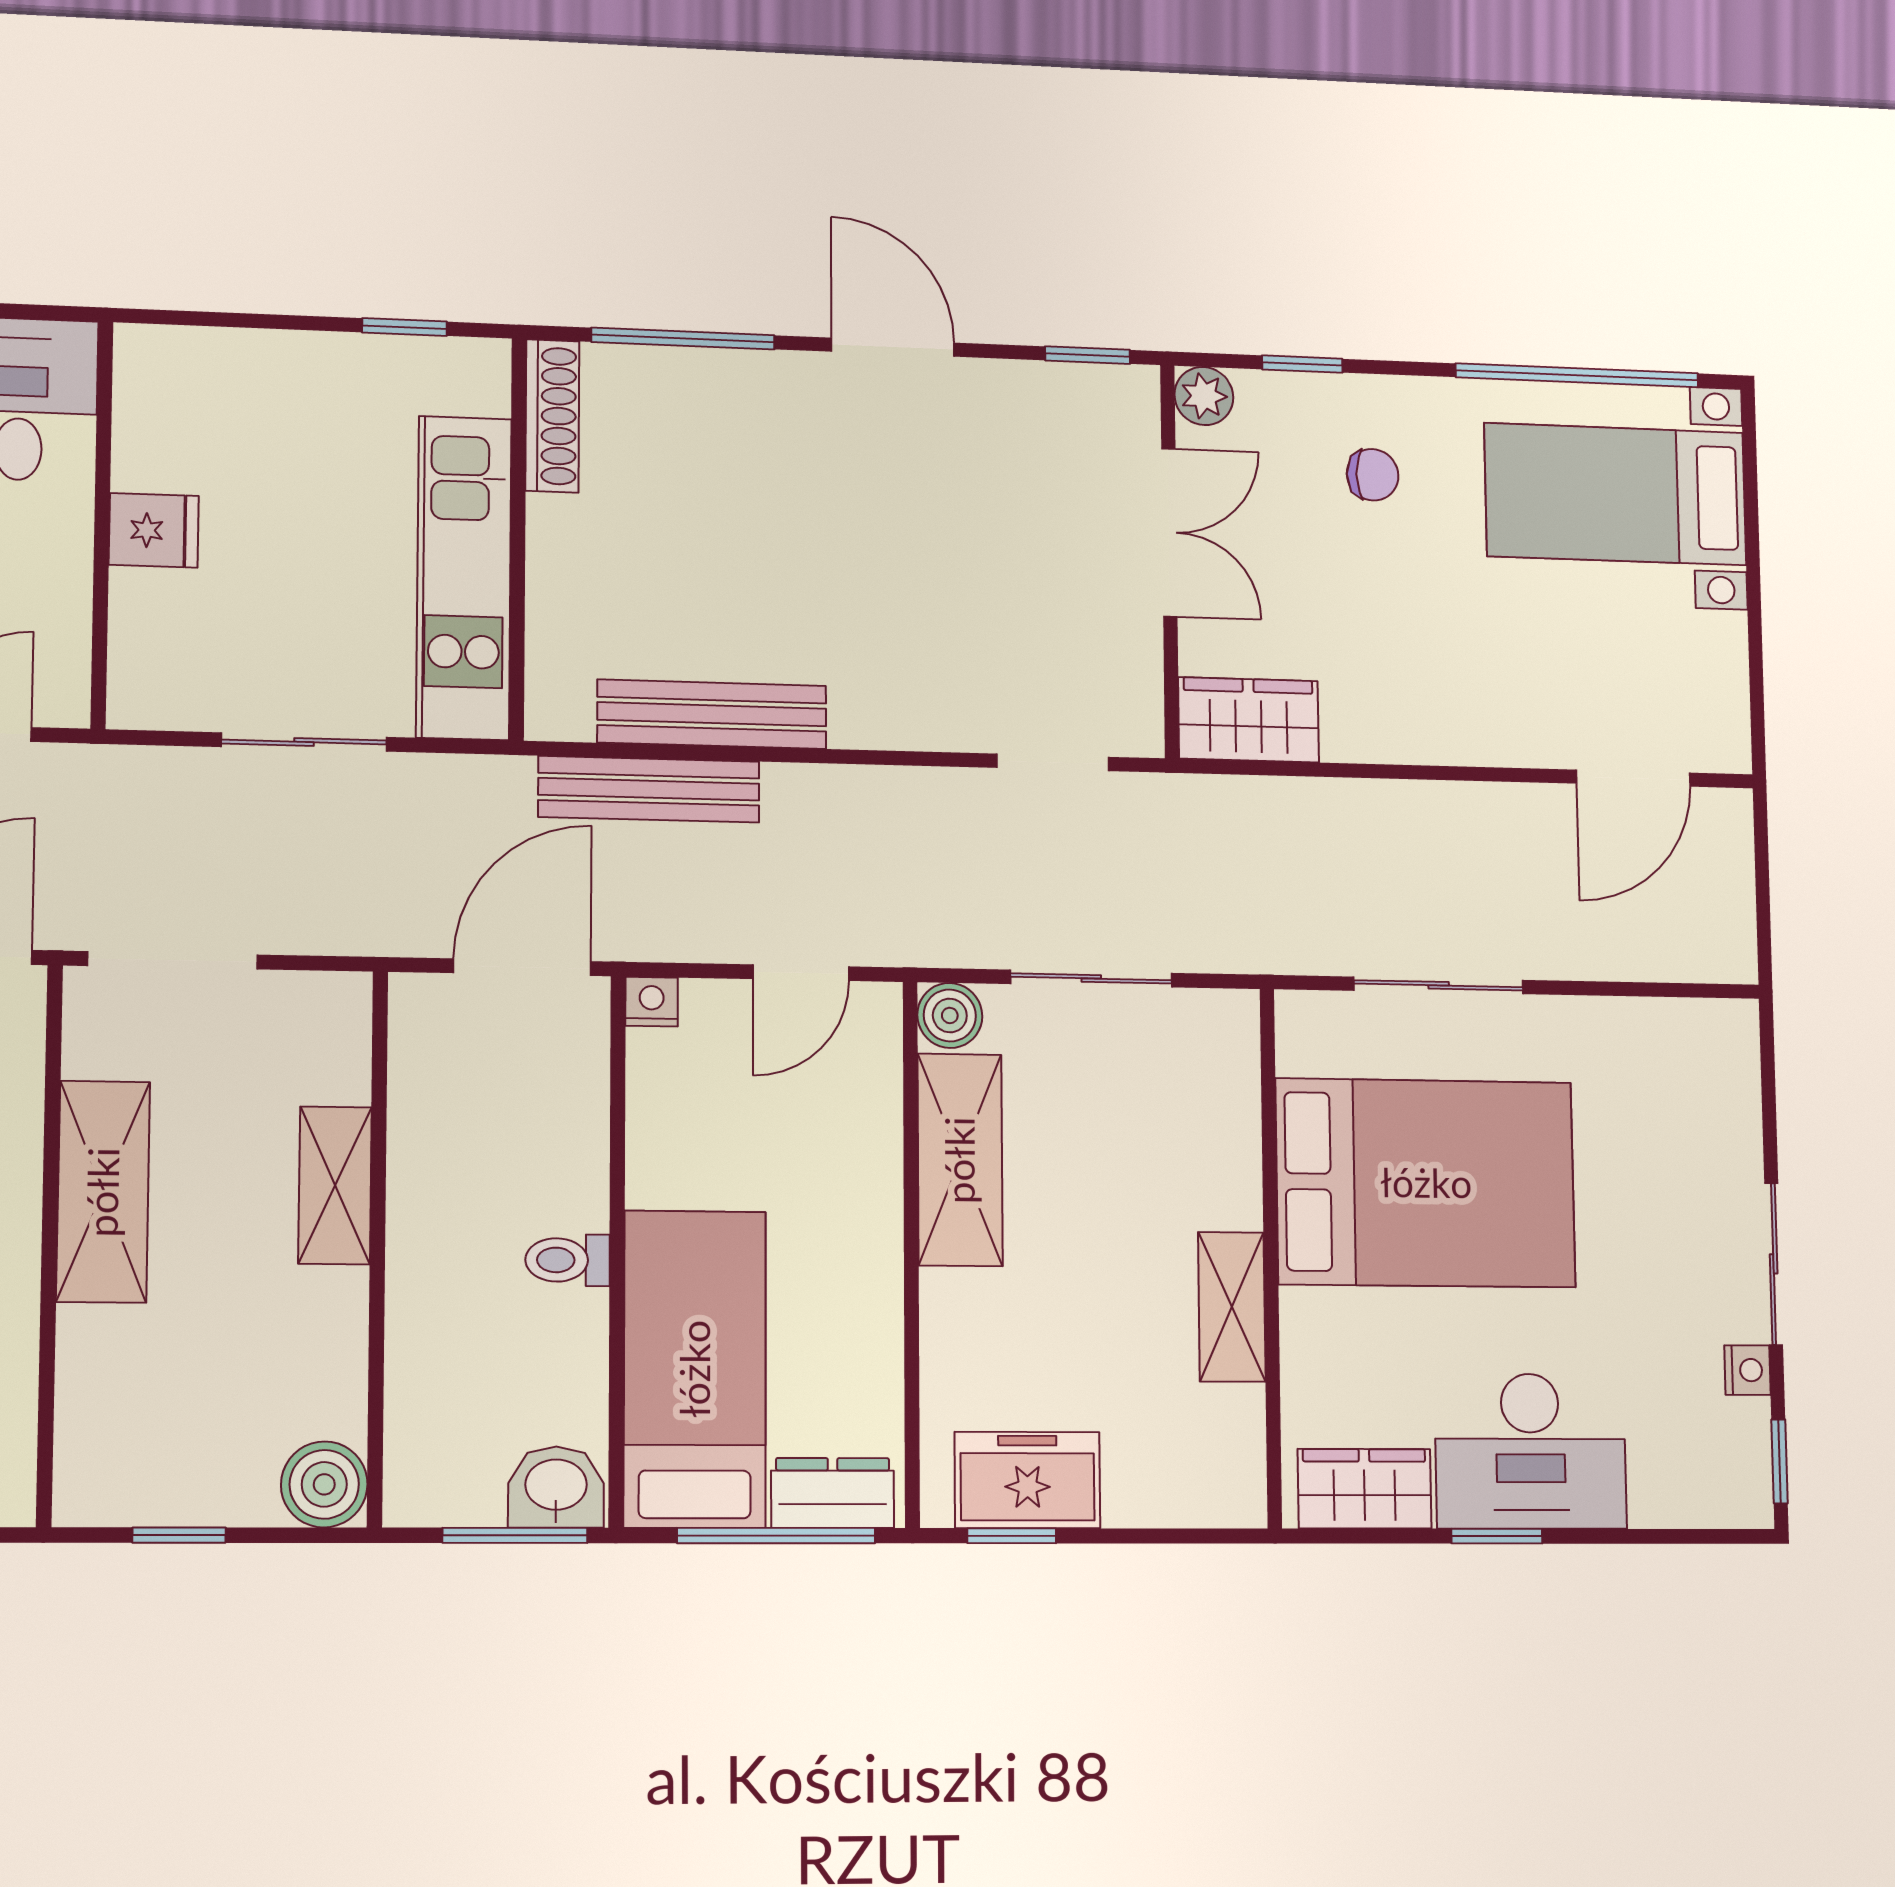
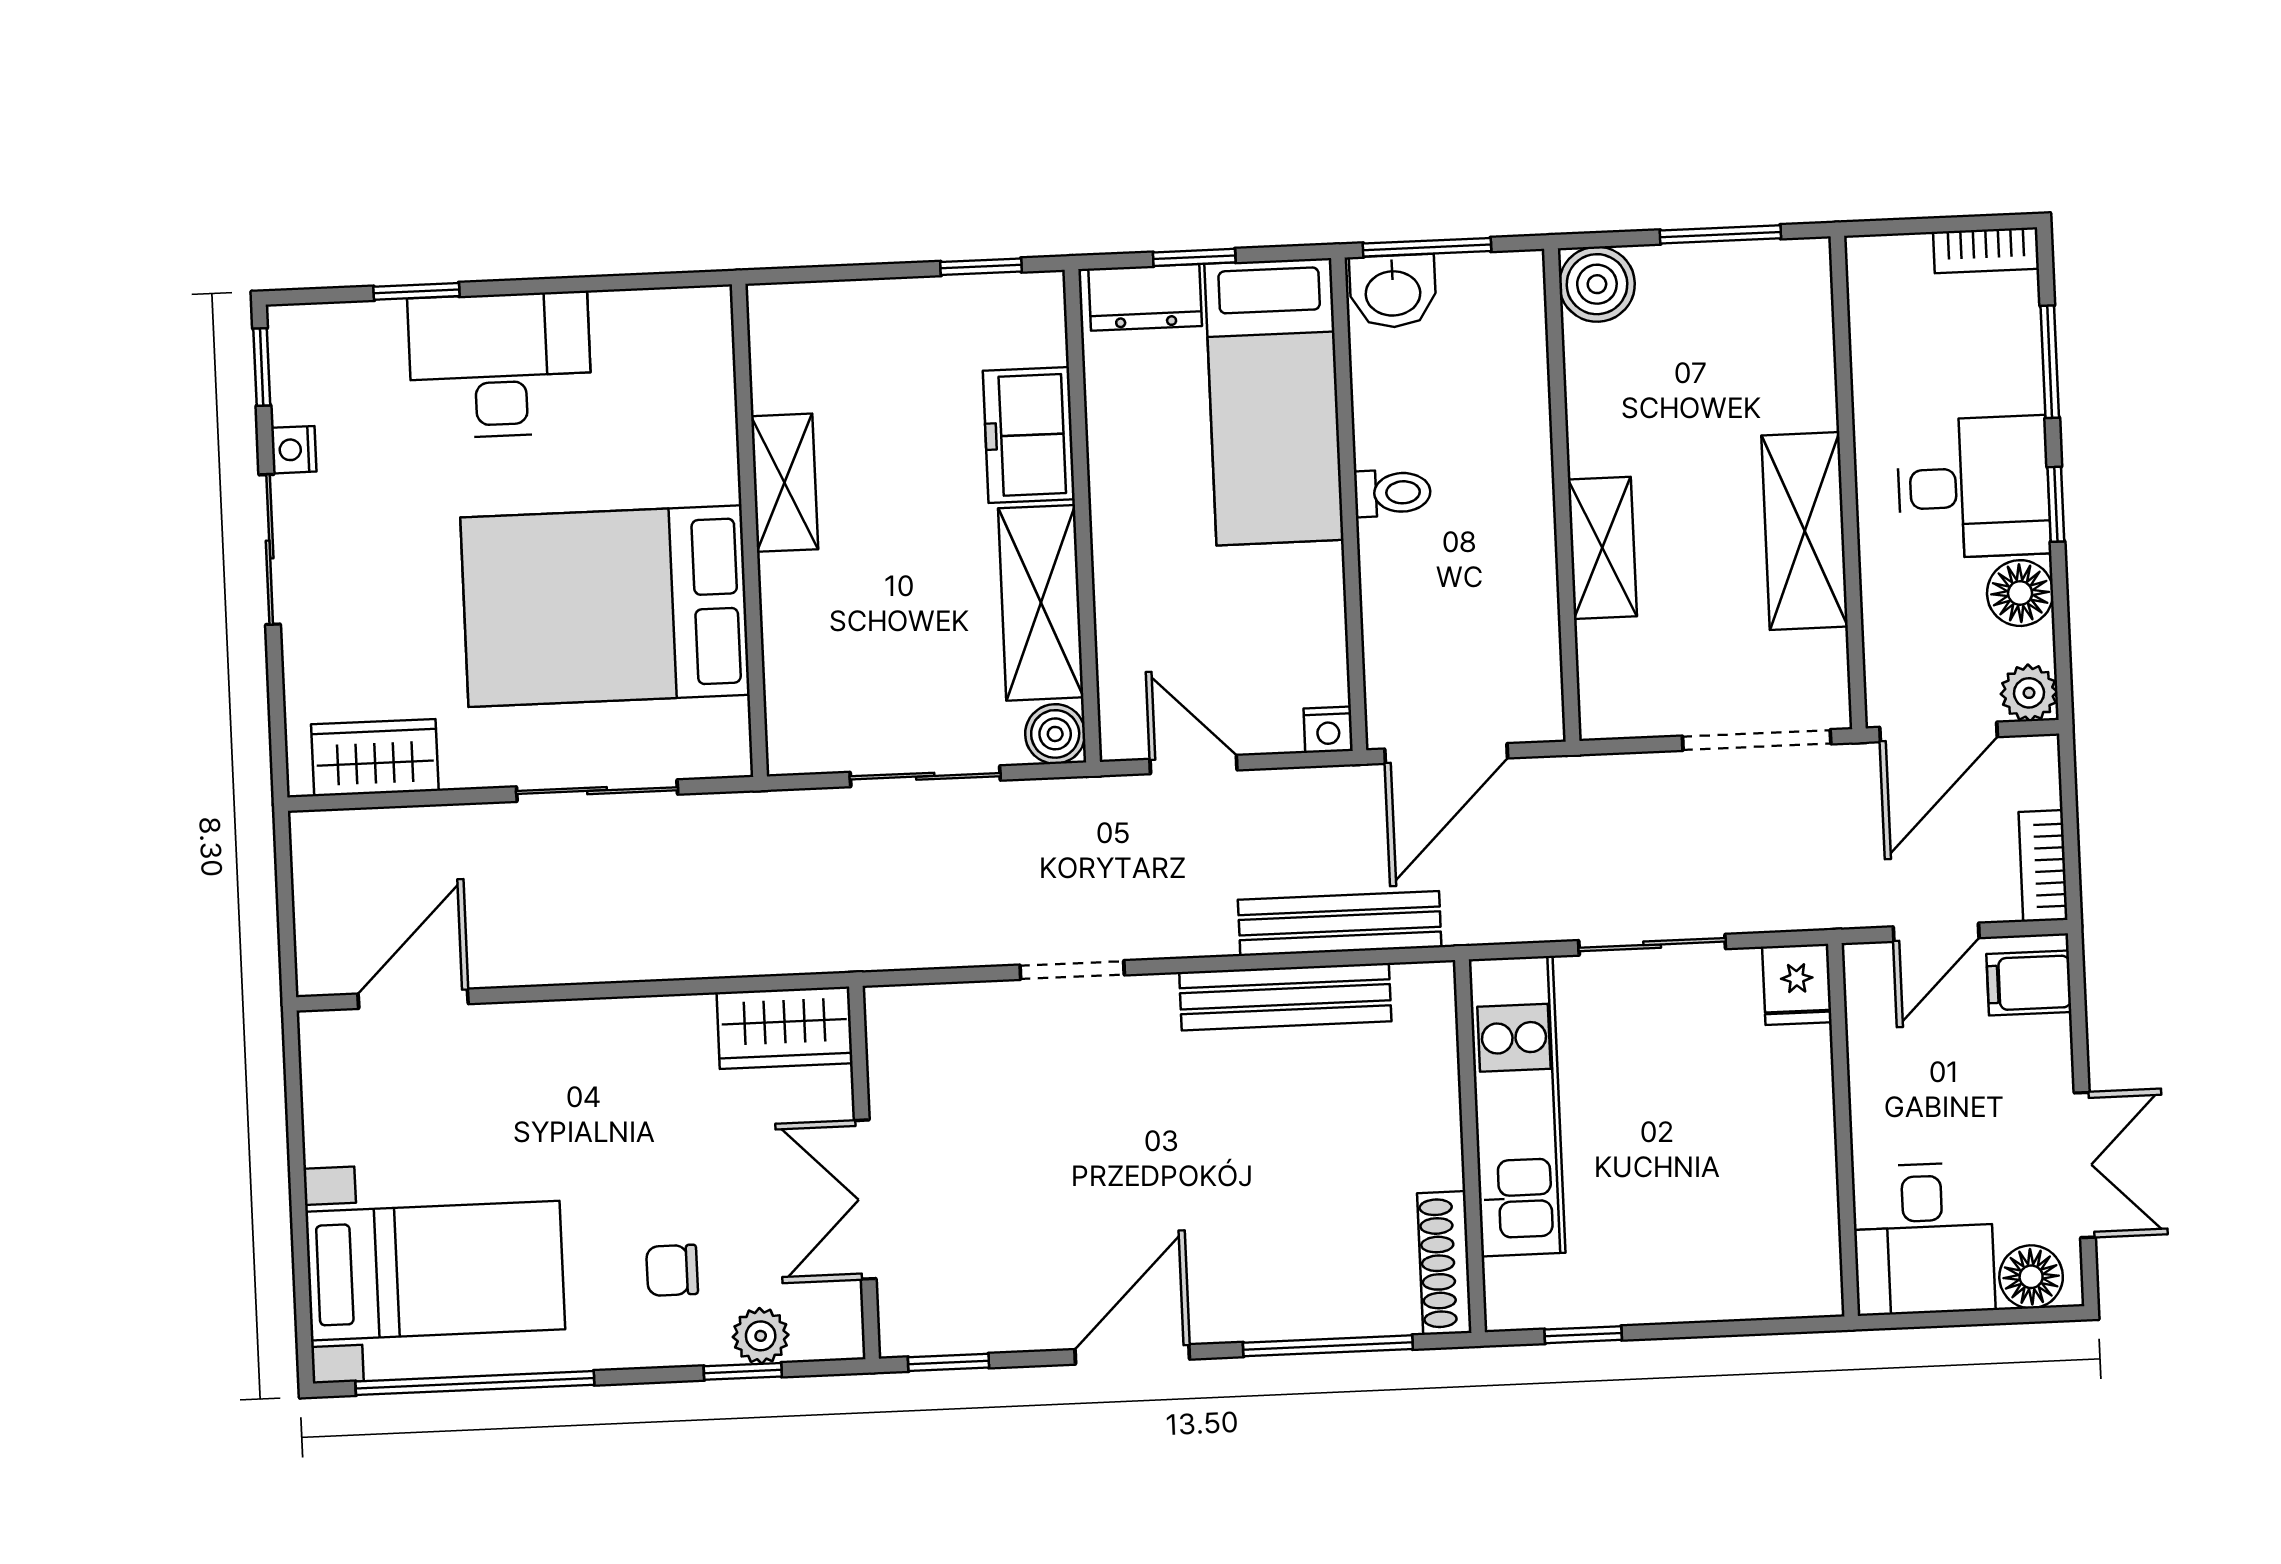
door: (893, 347) -> (1132, 1354), swing flipped
plant: (1204, 396) -> (761, 1336), moved
fridge: (154, 530) -> (1797, 984), moved, turned -90
doorway: (1053, 762) -> (1072, 970), moved
door: (801, 973) -> (1193, 765), hinge flipped
freezer: (1028, 1480) -> (1029, 435), moved, turned 90
wardrobe: (1365, 1489) -> (375, 758), moved, turned 180
window: (179, 1535) -> (1720, 234), width x1.50
window: (776, 1536) -> (1194, 257), width x0.46
window: (1497, 1536) -> (416, 291), moved

